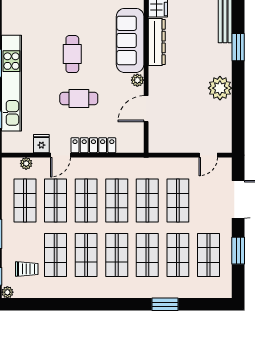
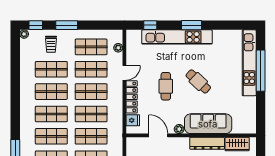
cafe table: (72, 54) -> (198, 81), turned 43
fridge: (41, 144) -> (133, 120), moved
door: (60, 155) -> (124, 73), swing flipped
trolley: (27, 269) -> (51, 44), moved

